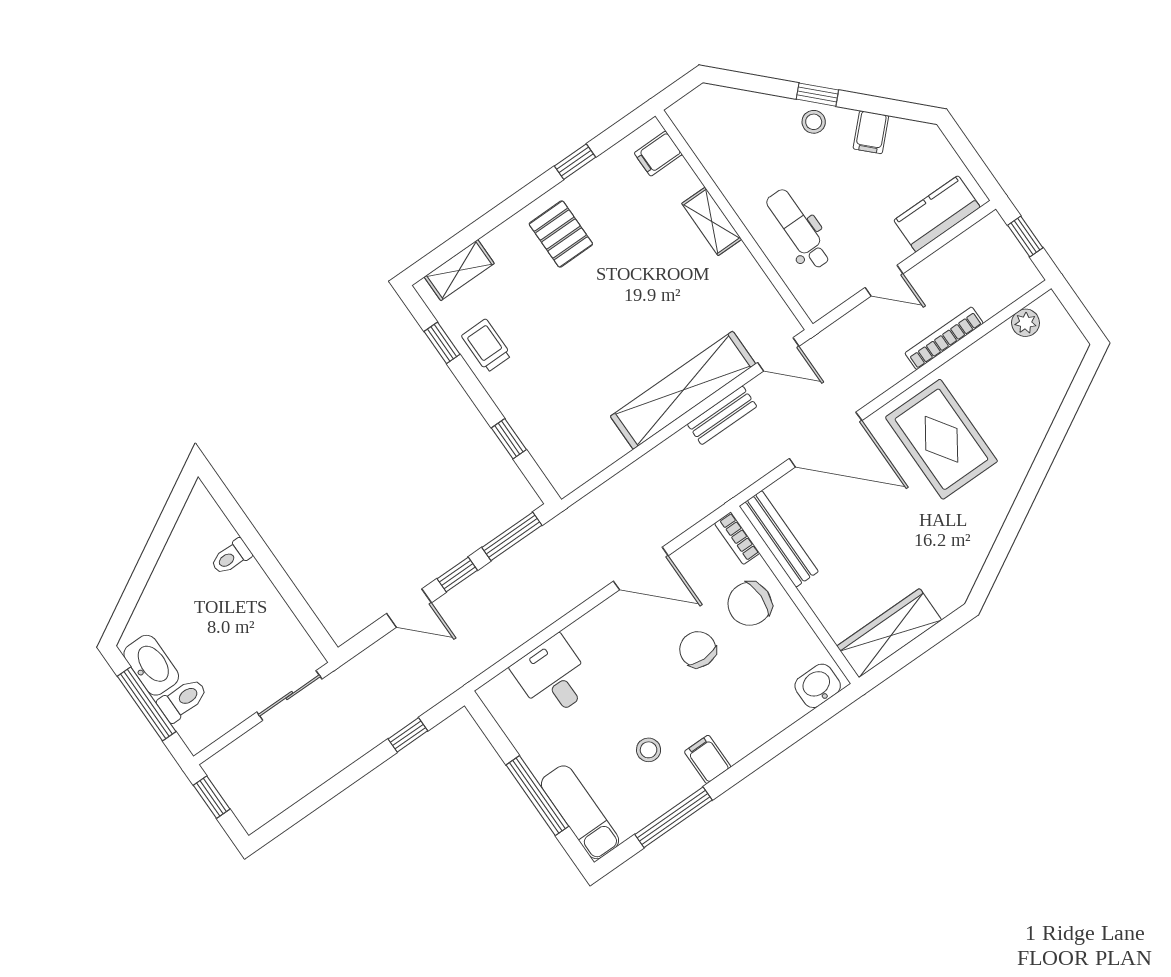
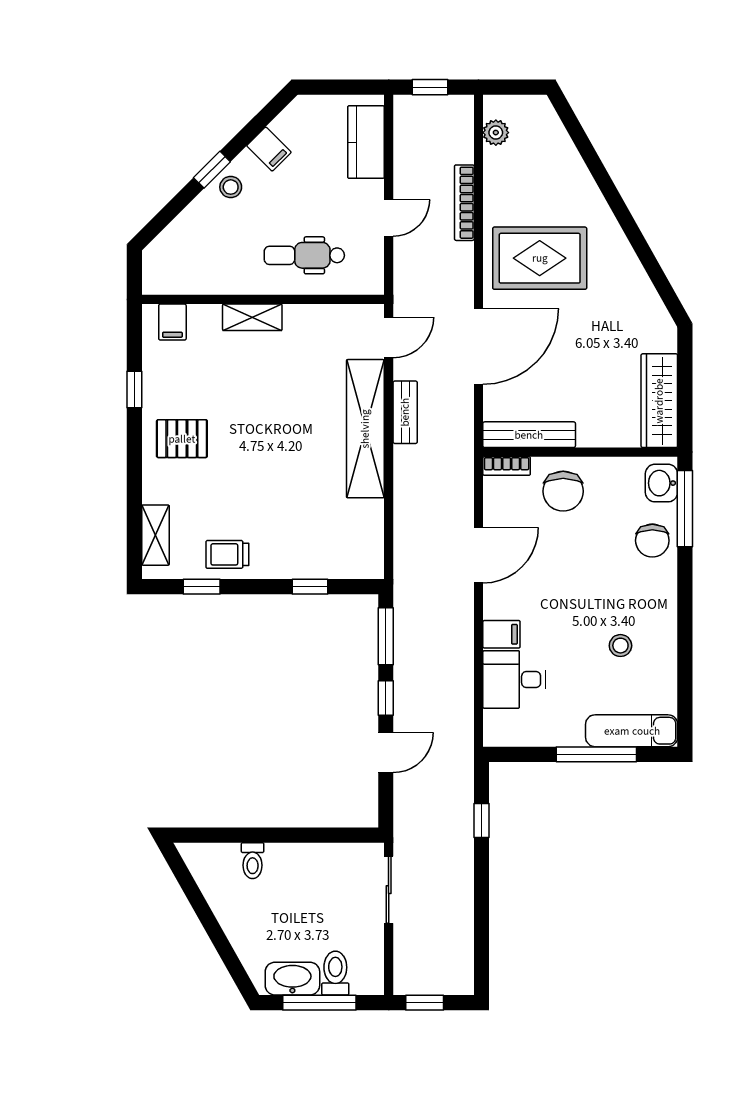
chair: (698, 649) -> (652, 541), moved, turned -90
filing cabinet: (708, 759) -> (501, 634), moved, turned 180
window: (674, 817) -> (685, 509), moved

